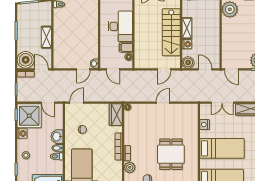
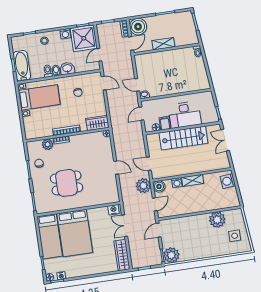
stairs: (171, 32) -> (183, 138), moved, turned 180
plant: (185, 78) -> (143, 186), added
nightstand: (205, 125) -> (113, 210), moved
bed: (222, 148) -> (75, 233), width x1.50

